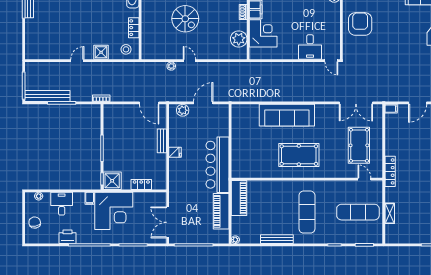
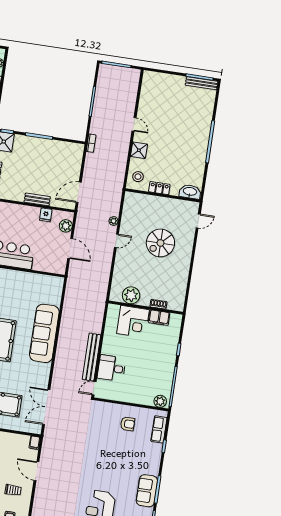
armchair: (360, 24) -> (128, 424), width x0.53, depth x0.53
bench: (47, 96) -> (91, 357), moved
fridge: (175, 152) -> (46, 215), moved

